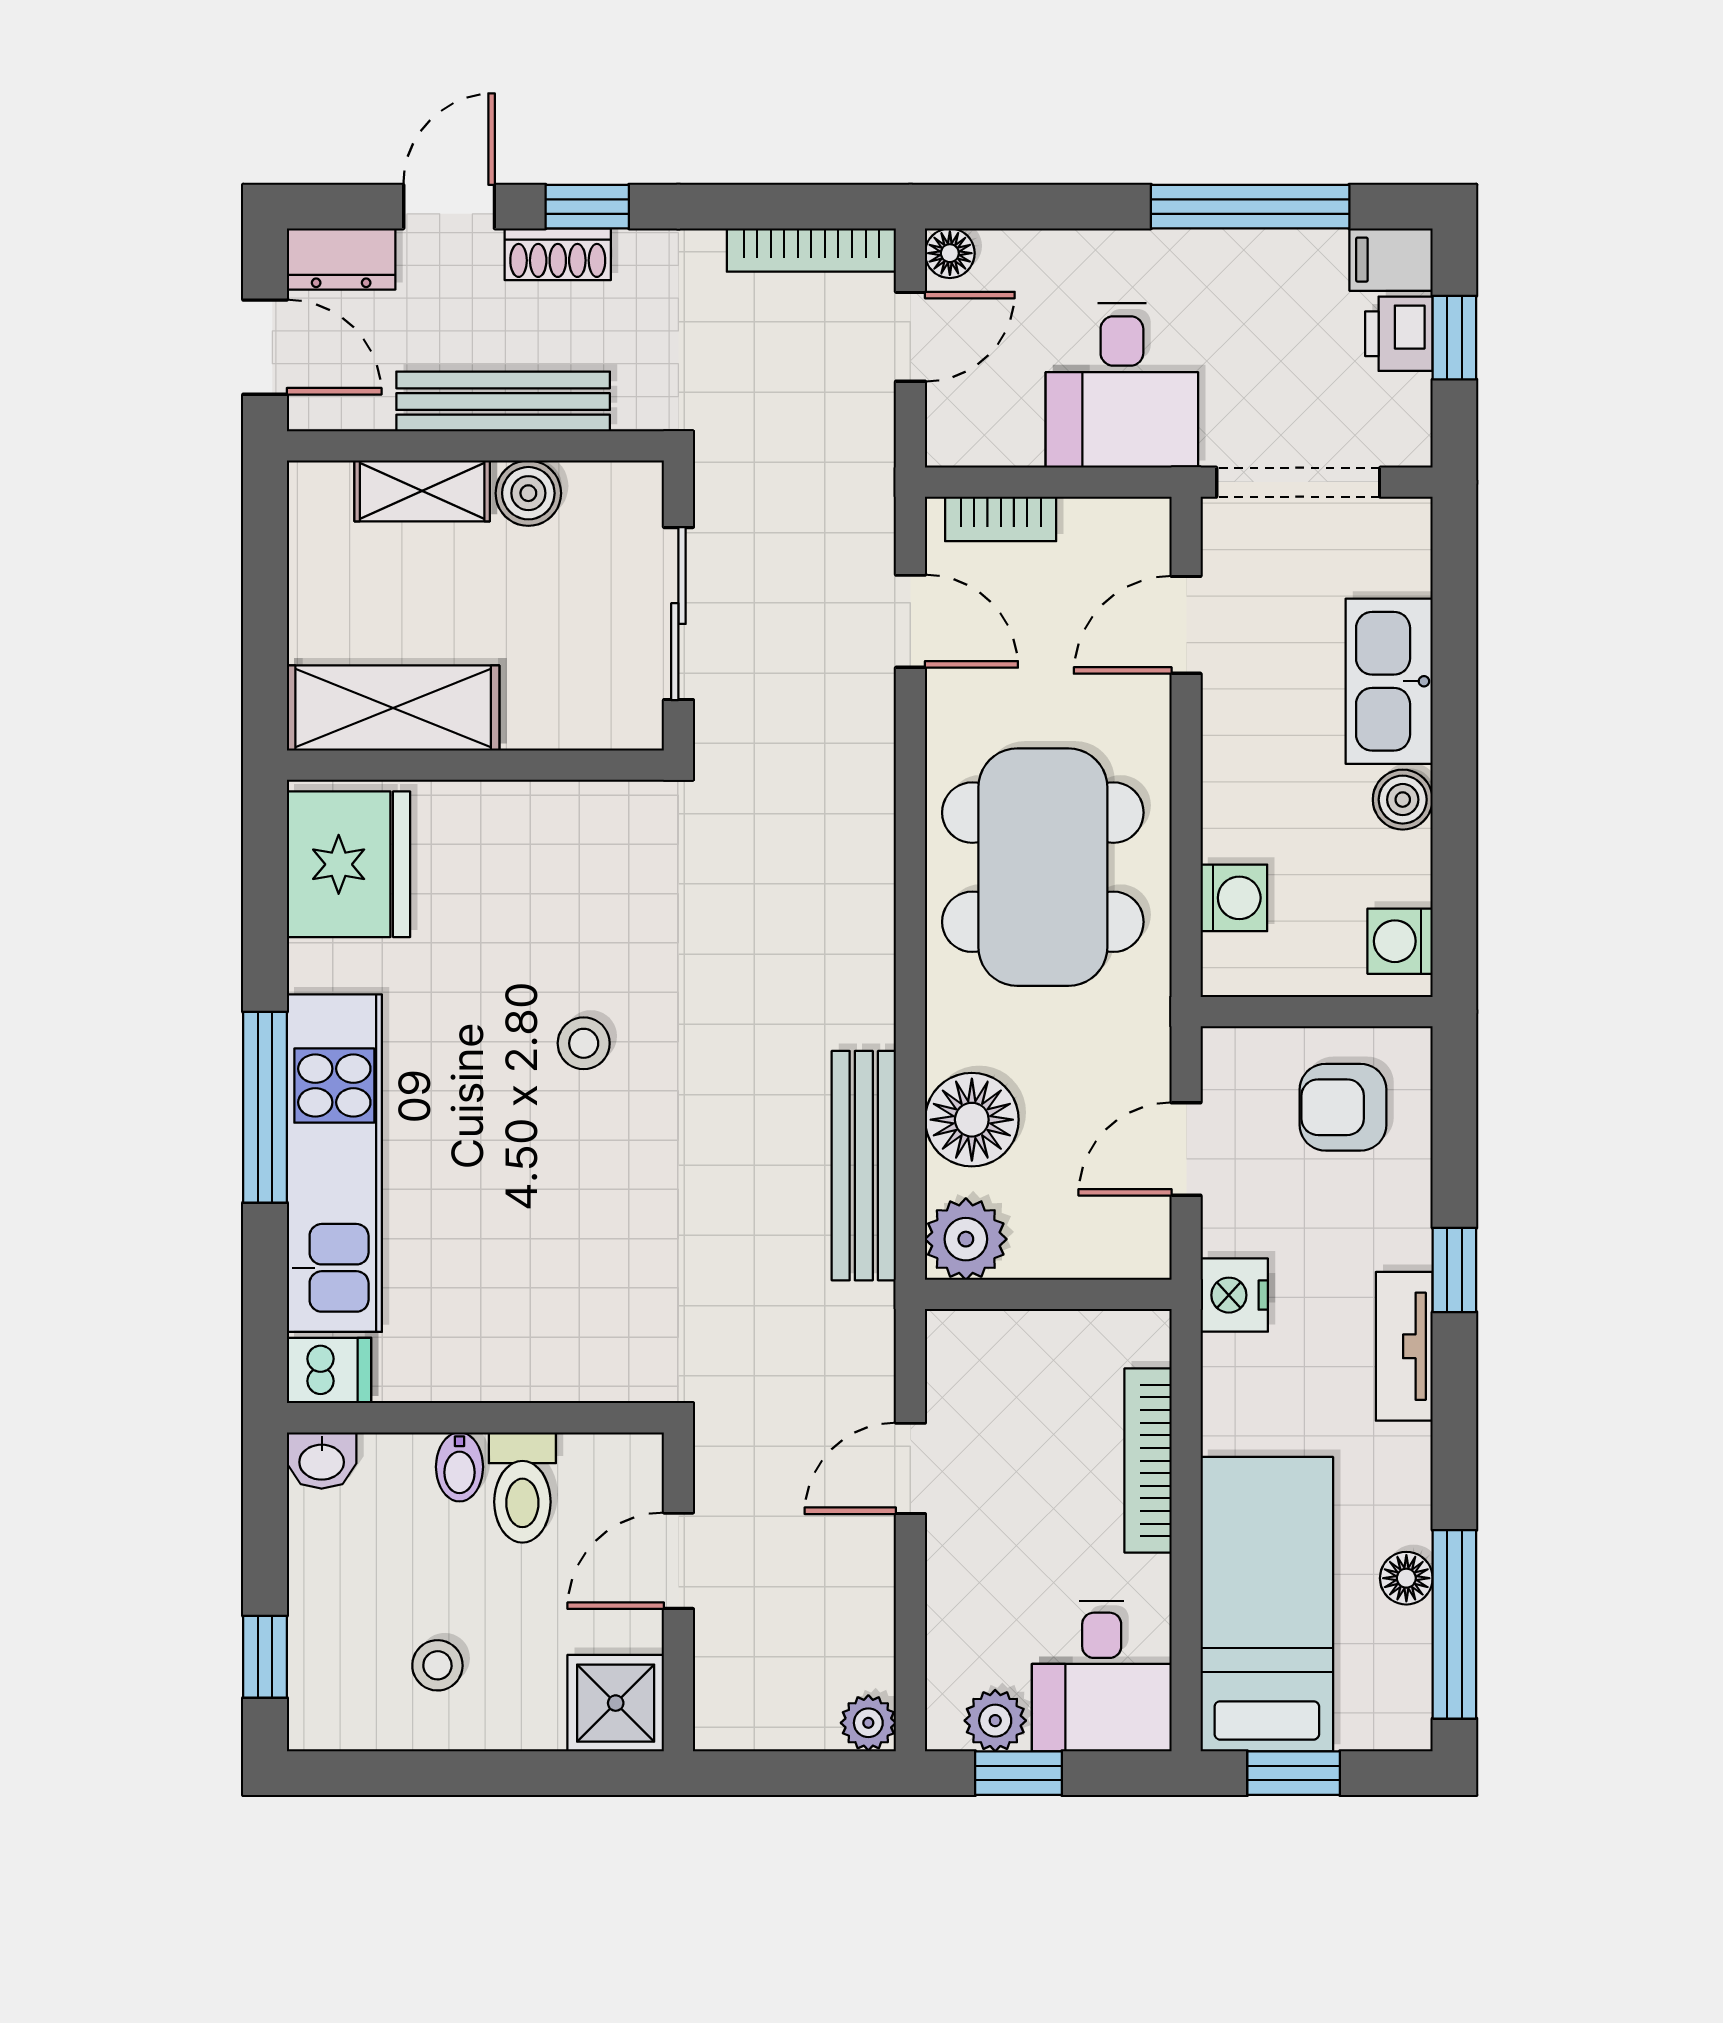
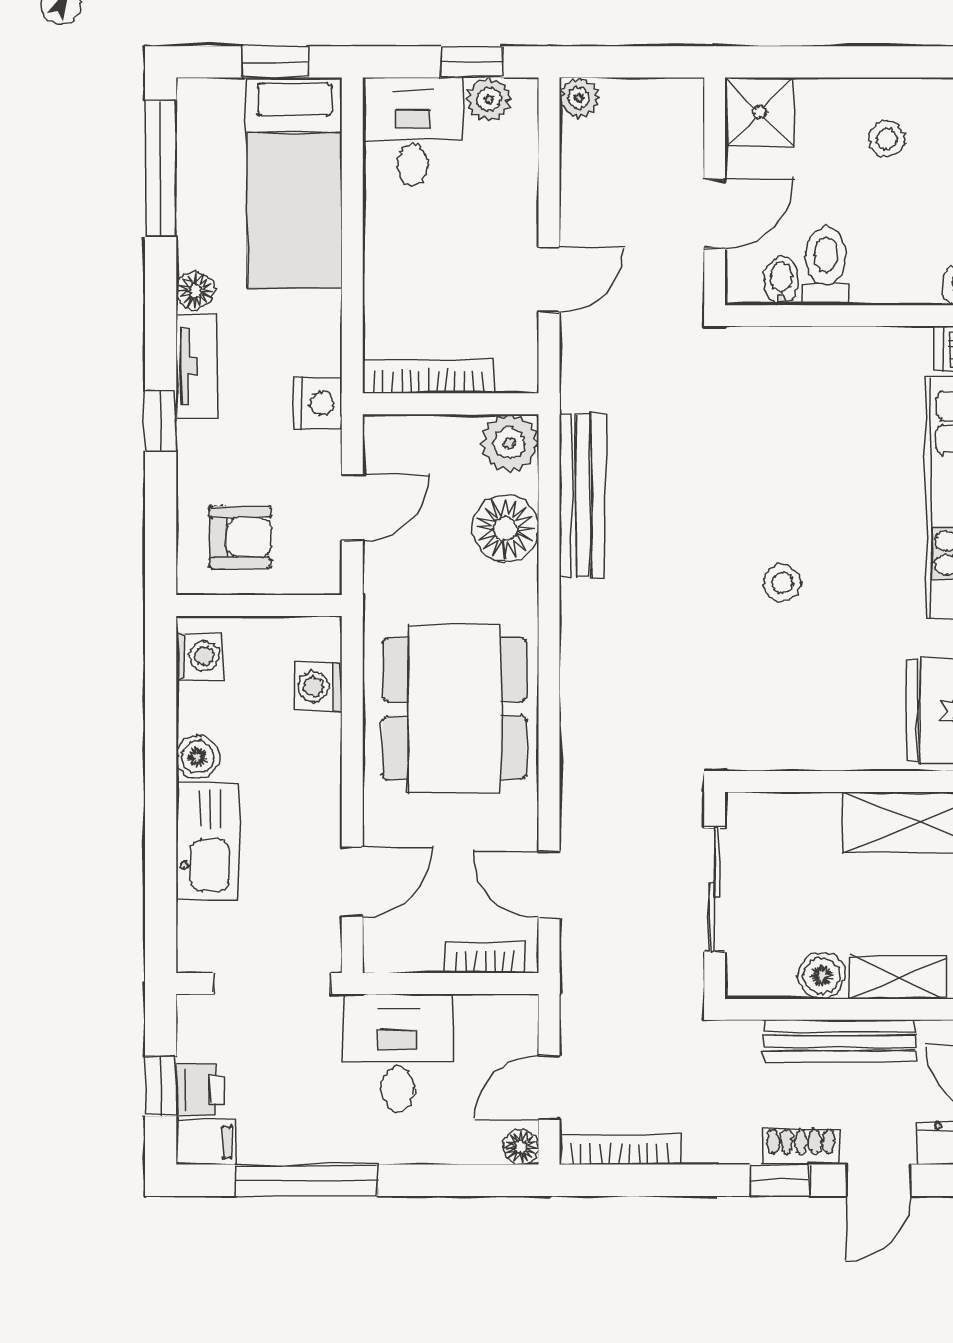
bookcase: (1148, 1461) -> (428, 376), moved, turned -90
bidet: (460, 1467) -> (781, 281), moved
floor lamp: (1406, 1578) -> (195, 291), moved

